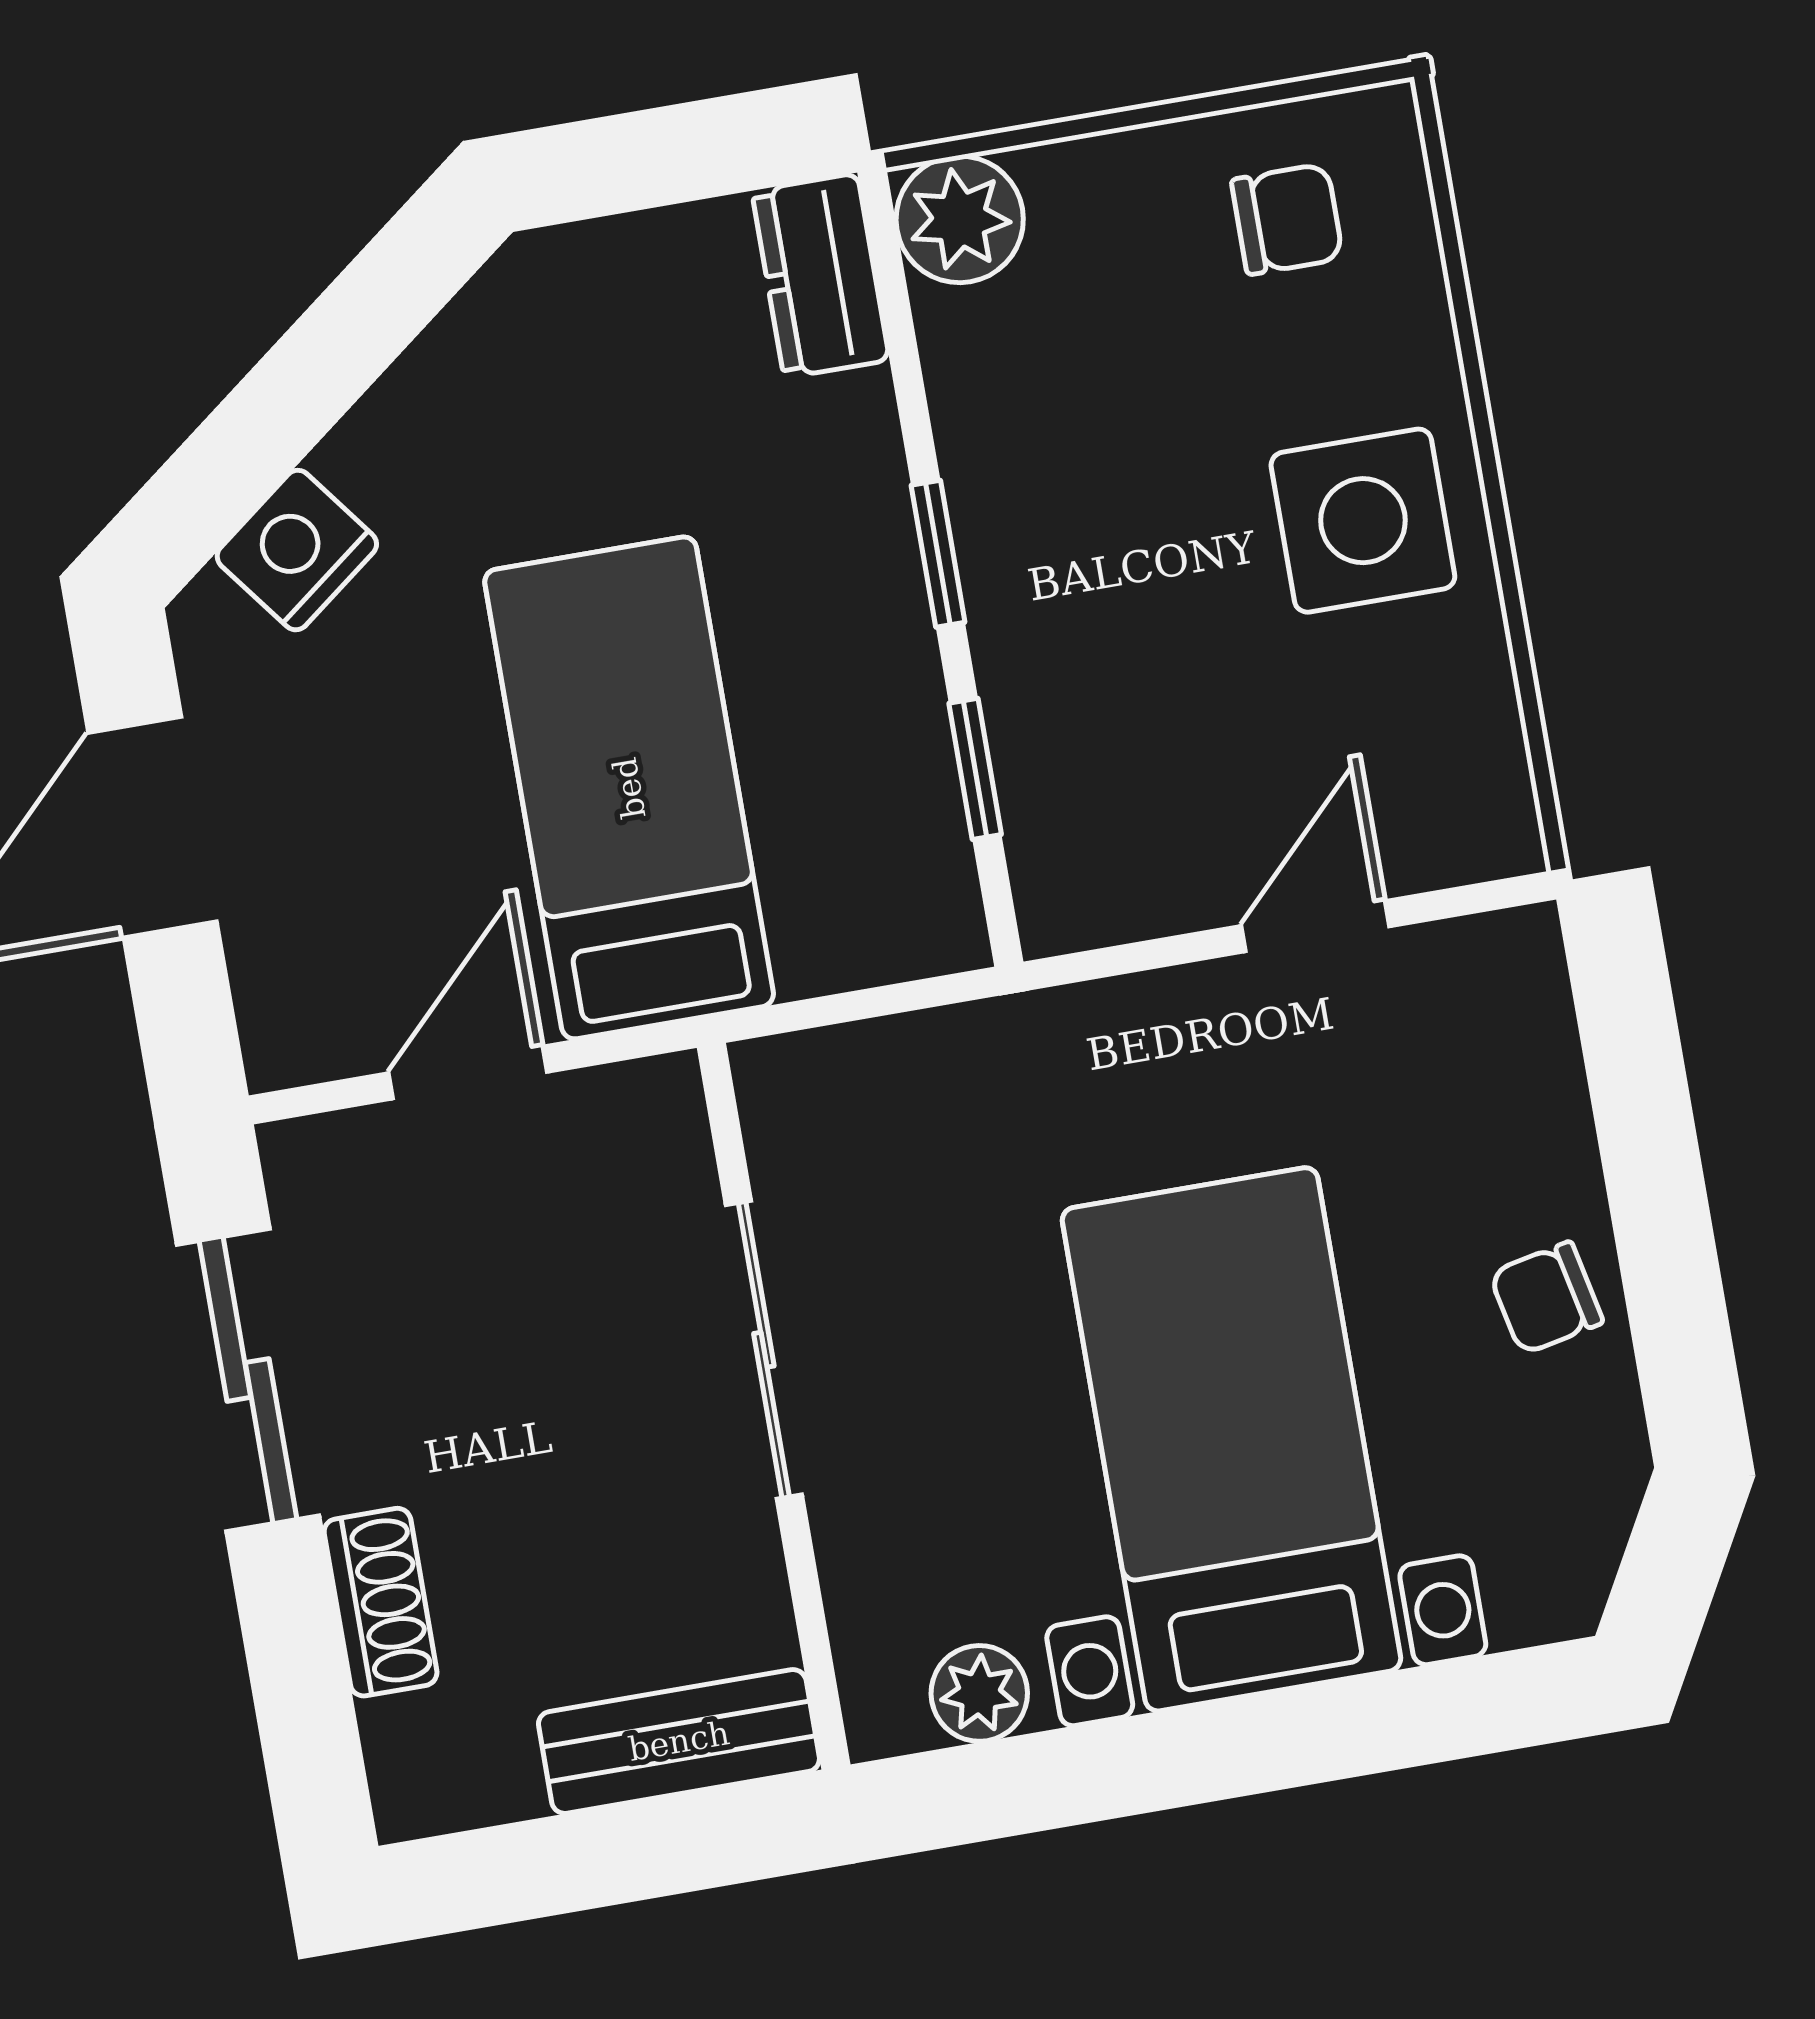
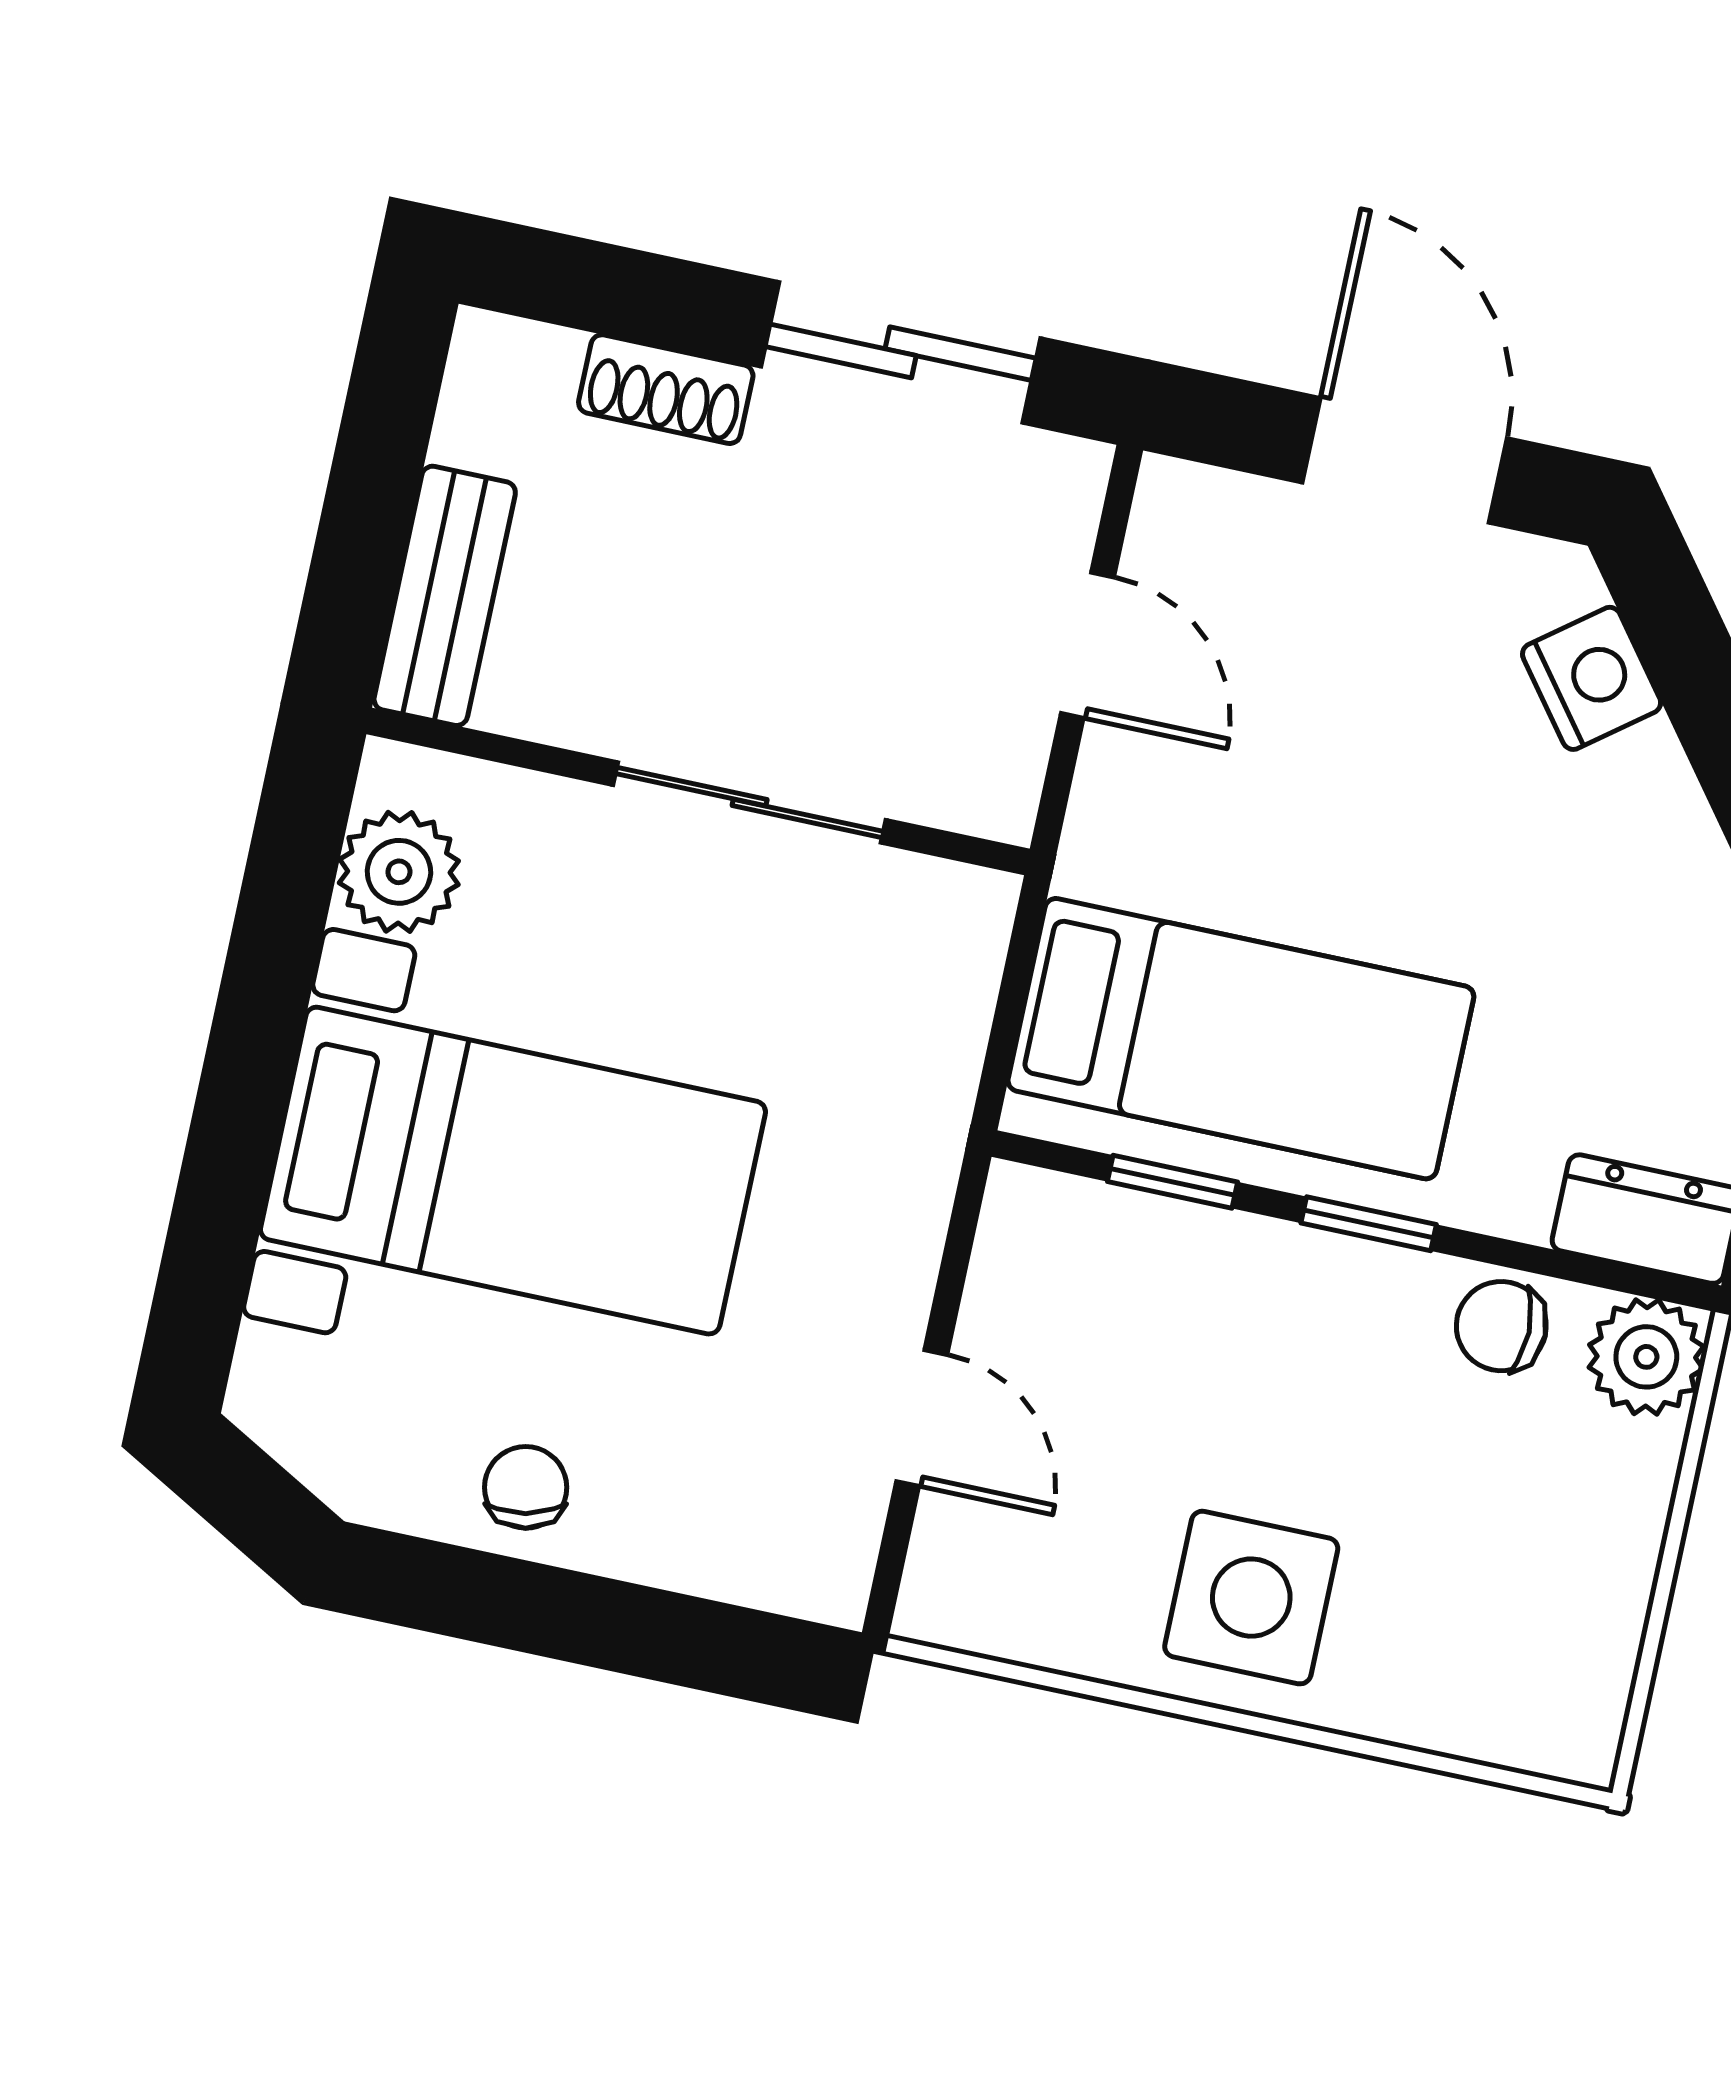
chair: (1287, 219) -> (1501, 1326), moved, turned 90
bed: (629, 788) -> (1241, 1039), moved
plant: (979, 1693) -> (399, 872), width x1.38, depth x1.38

